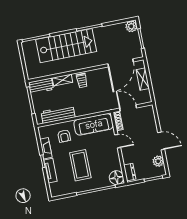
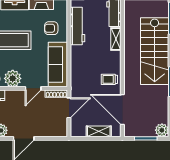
trolley: (82, 80) -> (109, 79), moved
plant: (113, 160) -> (13, 78), added

